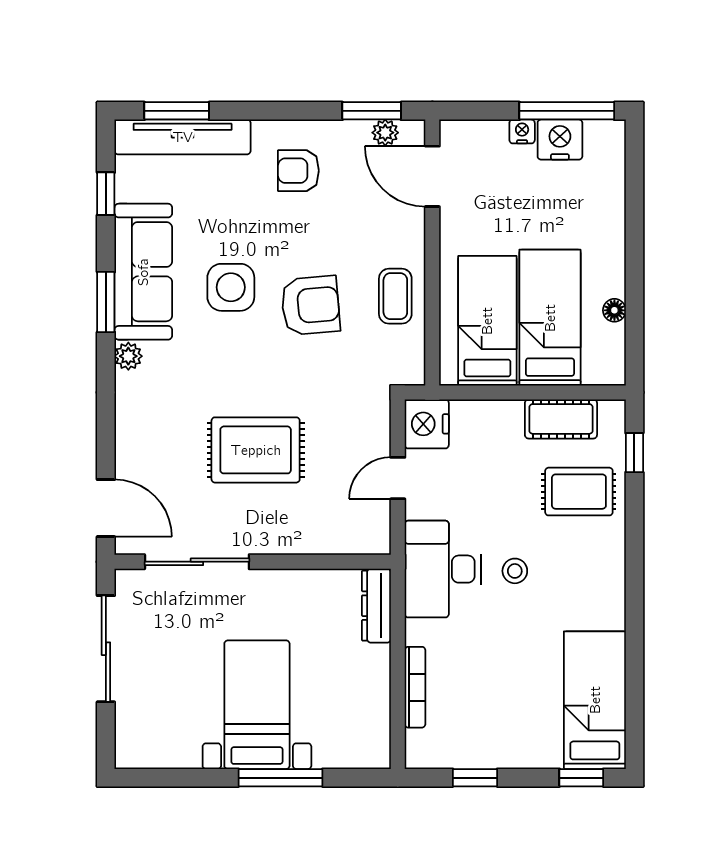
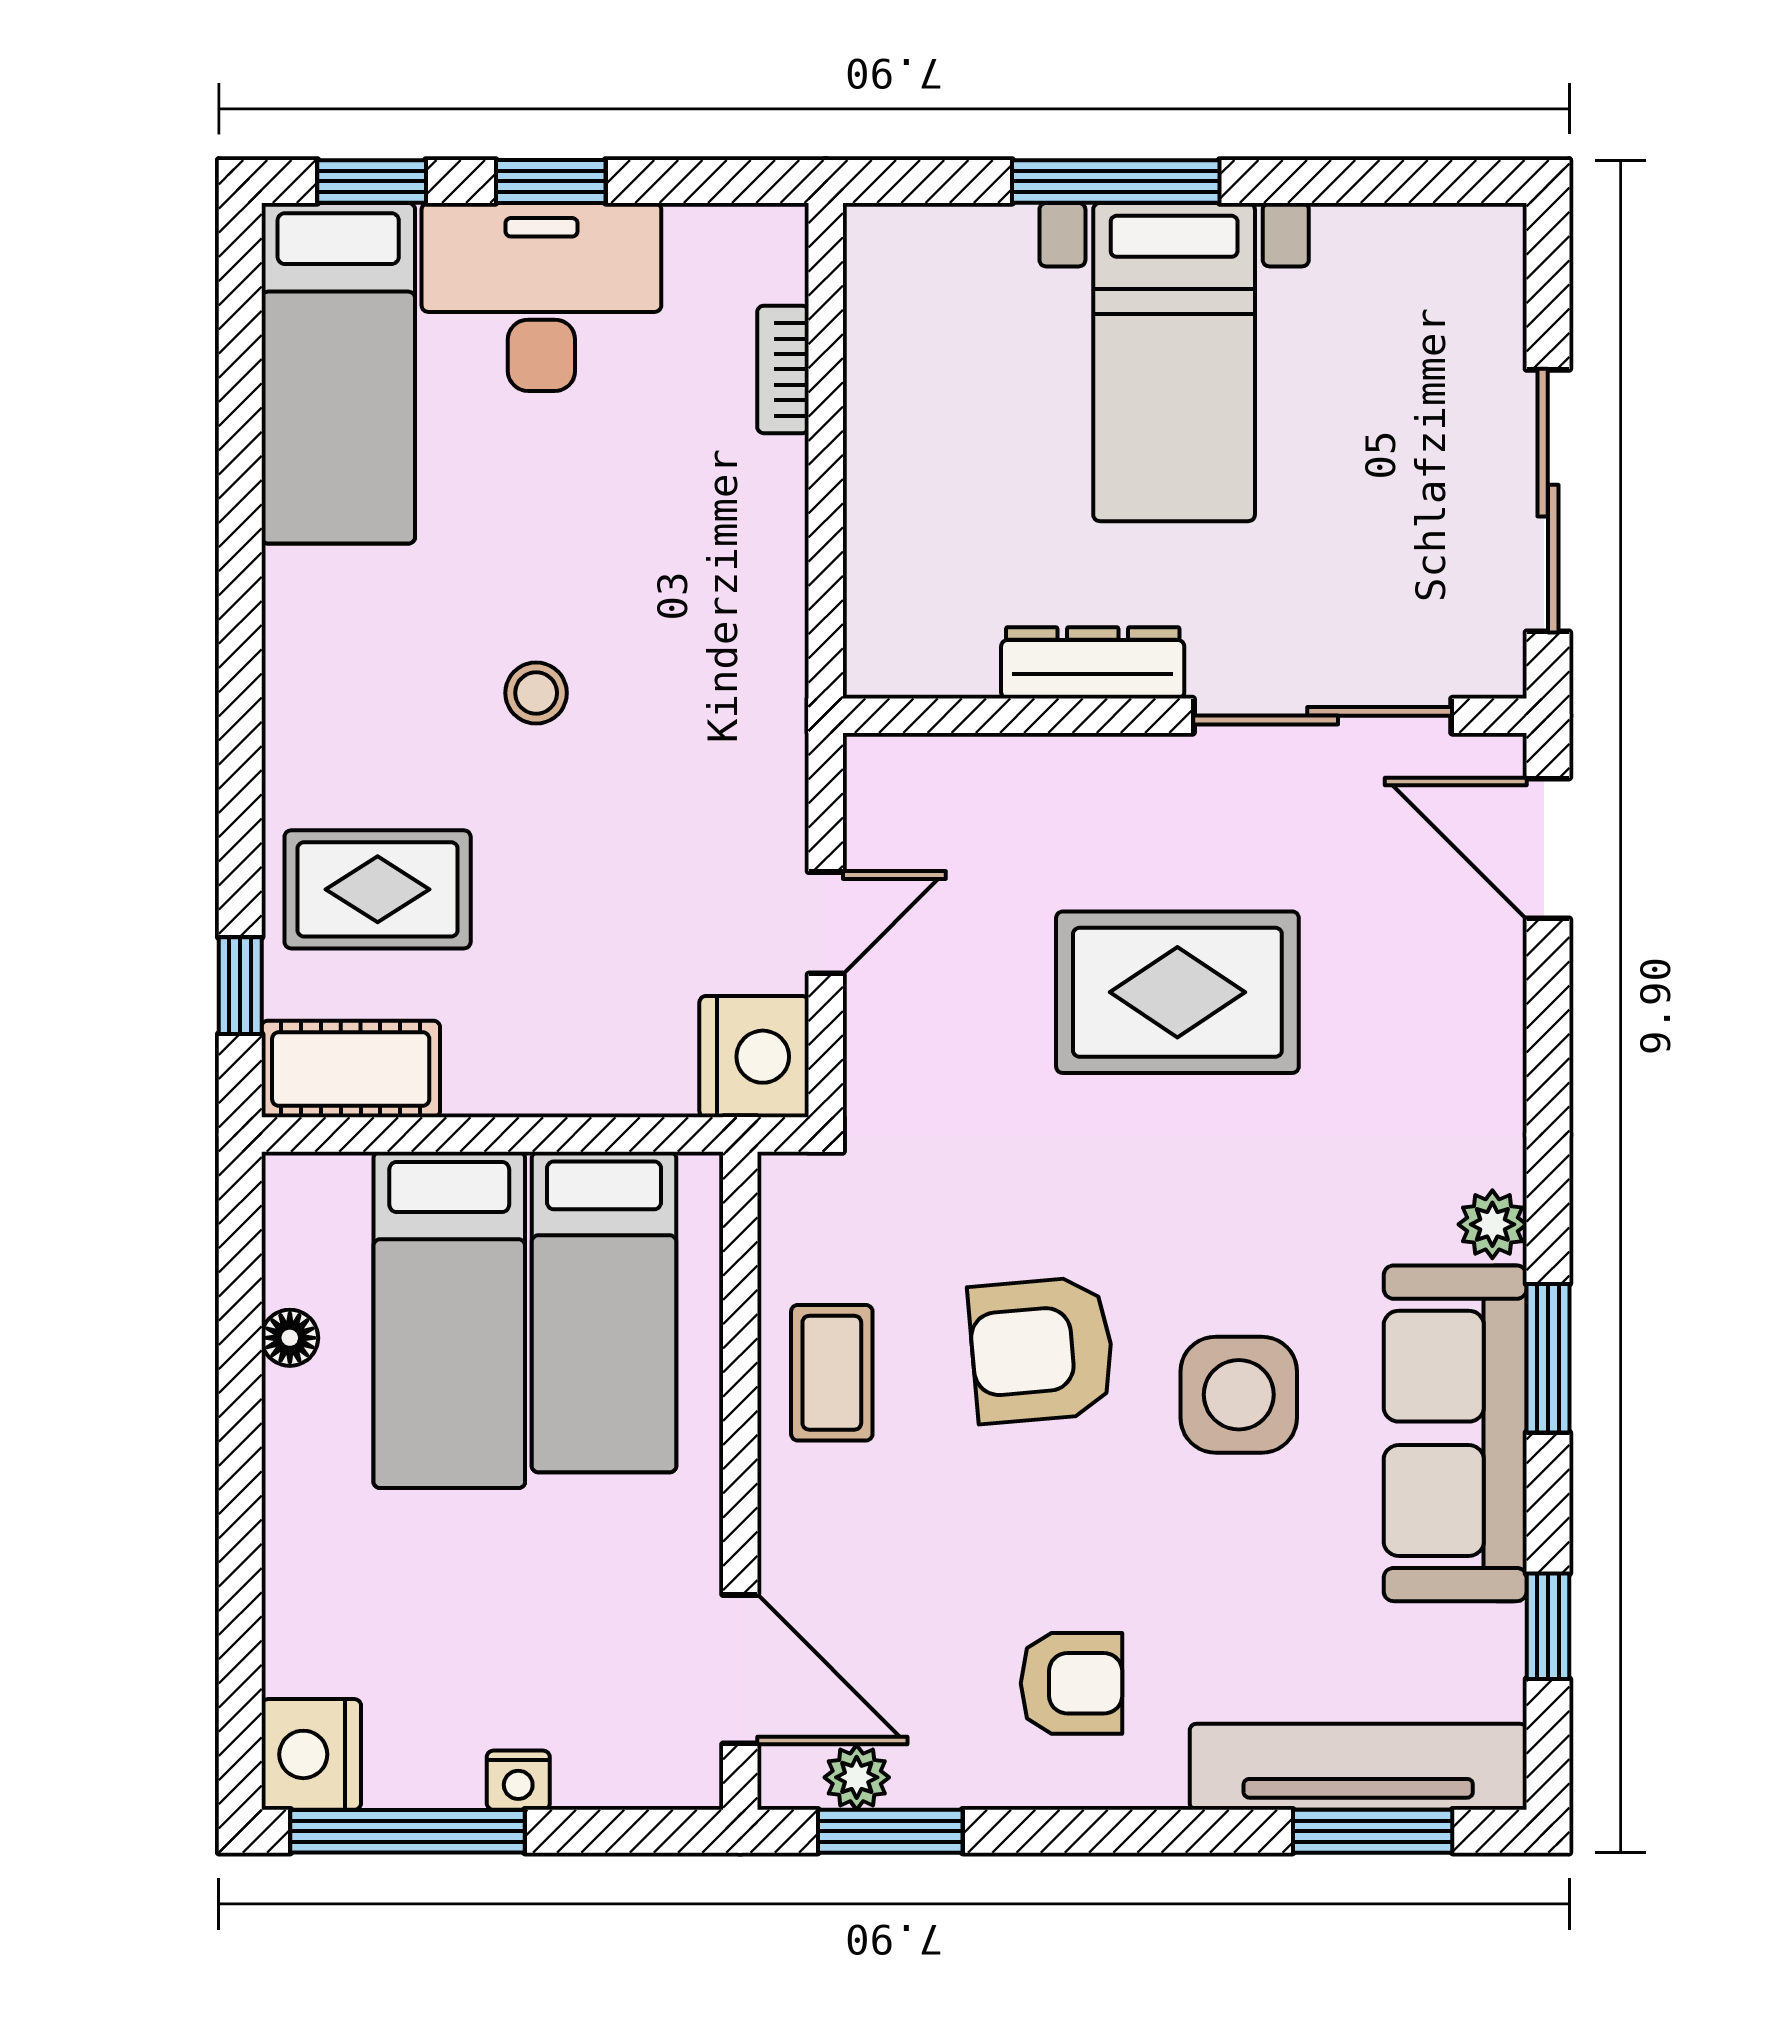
nightstand: (560, 140) -> (311, 1754), moved, turned 90
cot: (561, 419) -> (351, 1069), moved
desk: (443, 569) -> (541, 297), moved, turned -90
dresser: (376, 606) -> (1093, 663), moved, turned -90
bookcase: (415, 687) -> (783, 369), width x0.64
window: (475, 778) -> (551, 181), moved

